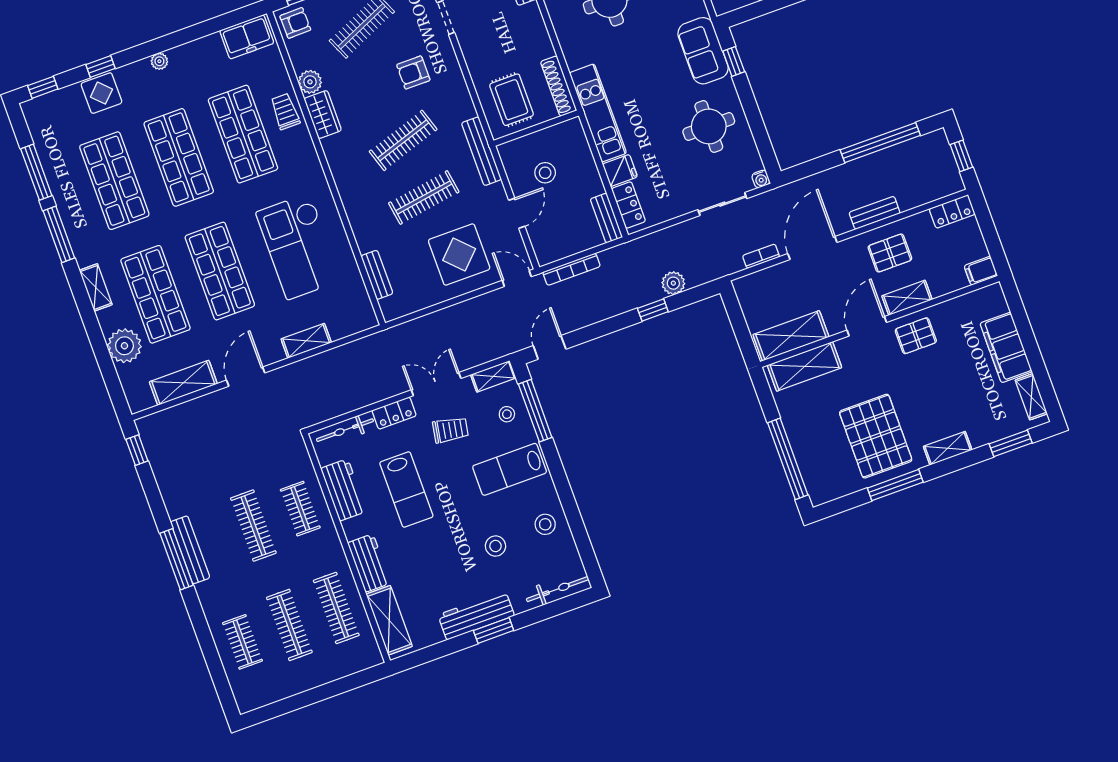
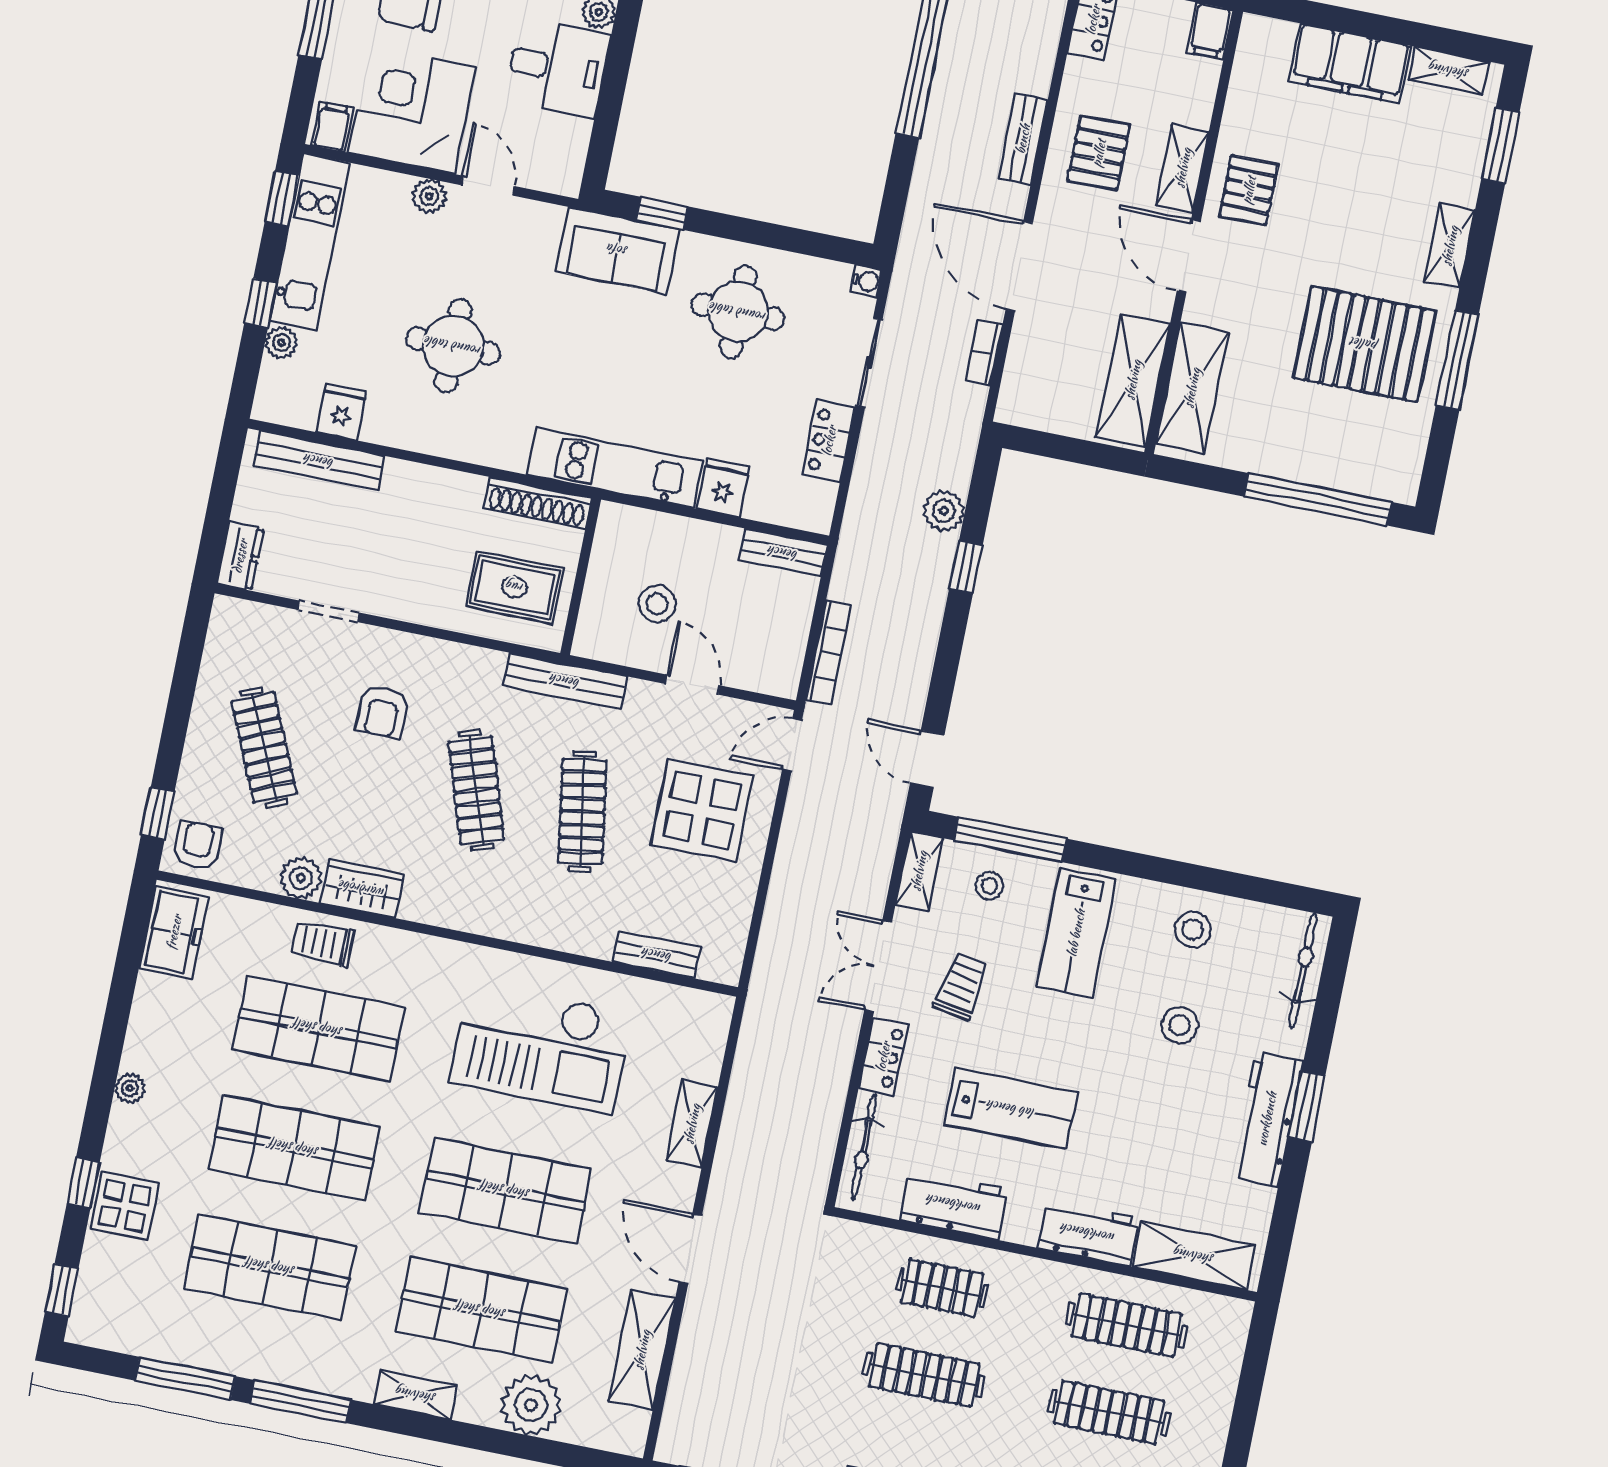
locker: (628, 205) -> (829, 441), moved, turned -90

